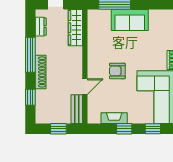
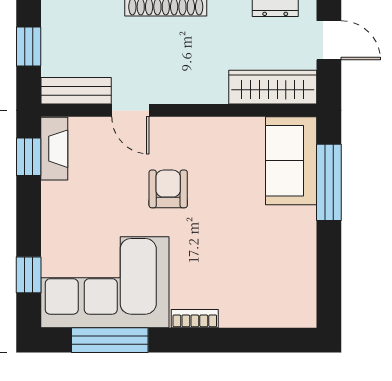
sofa: (130, 20) -> (291, 161), moved
fireplace: (114, 118) -> (54, 149), moved
window: (124, 129) -> (29, 157), moved

